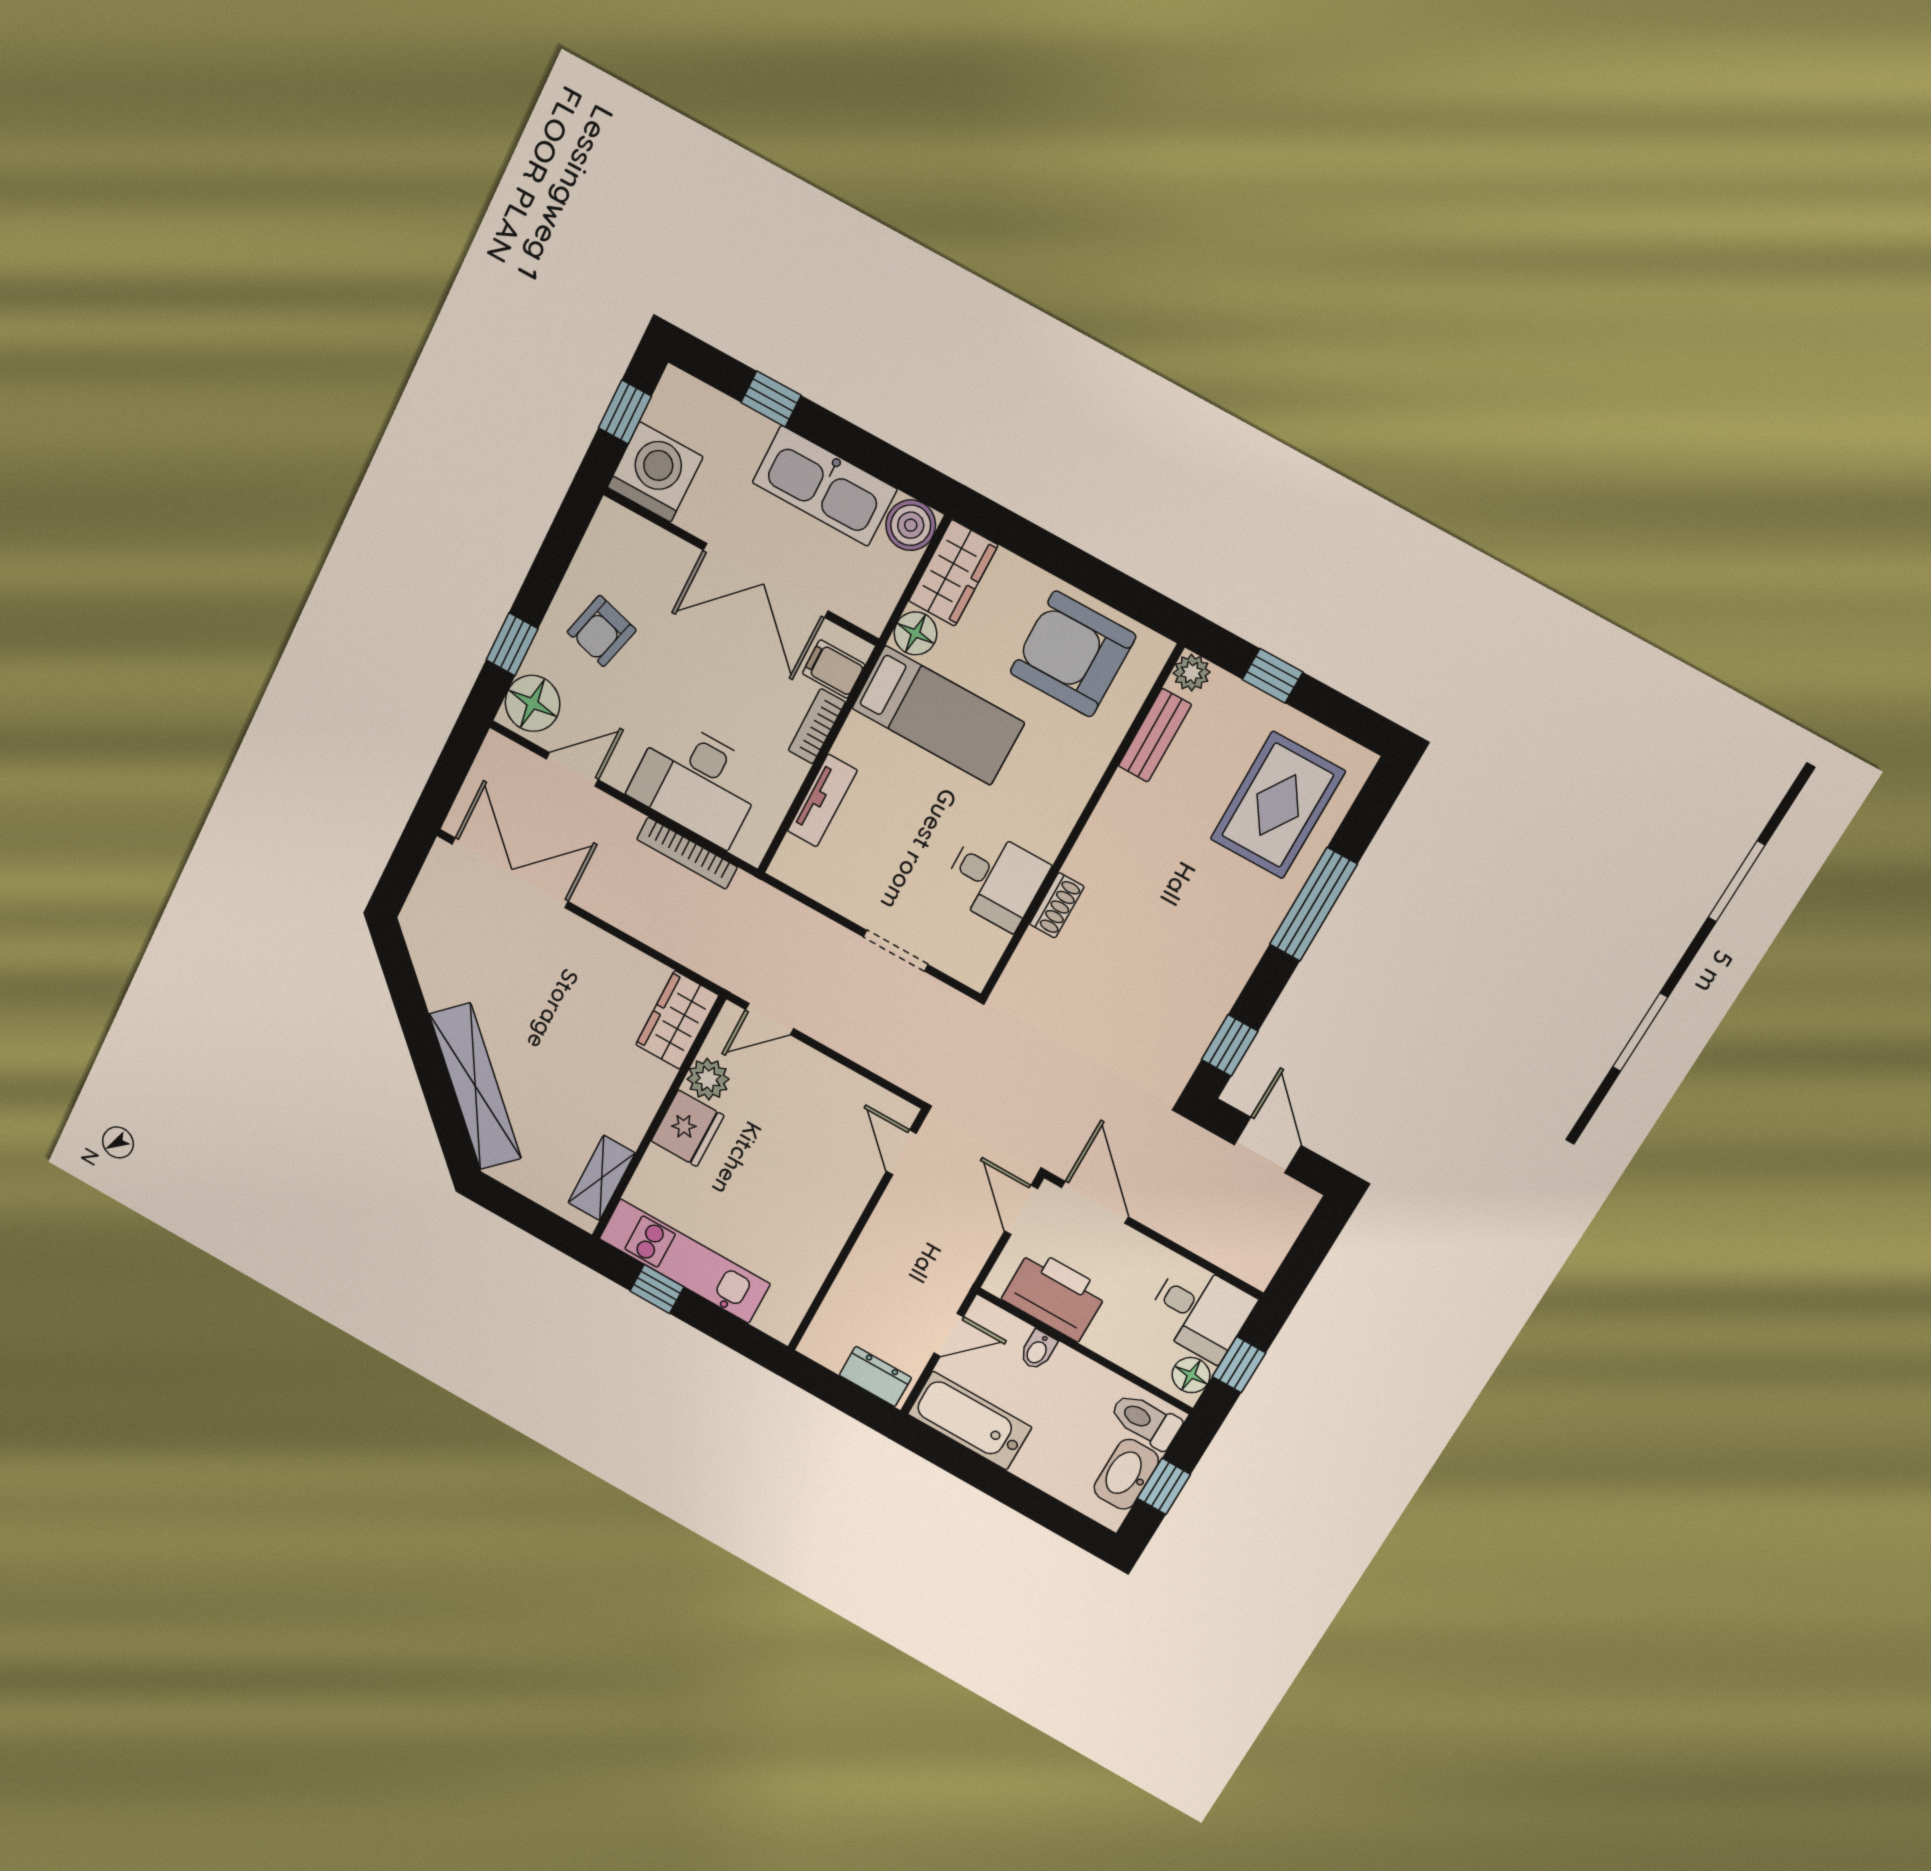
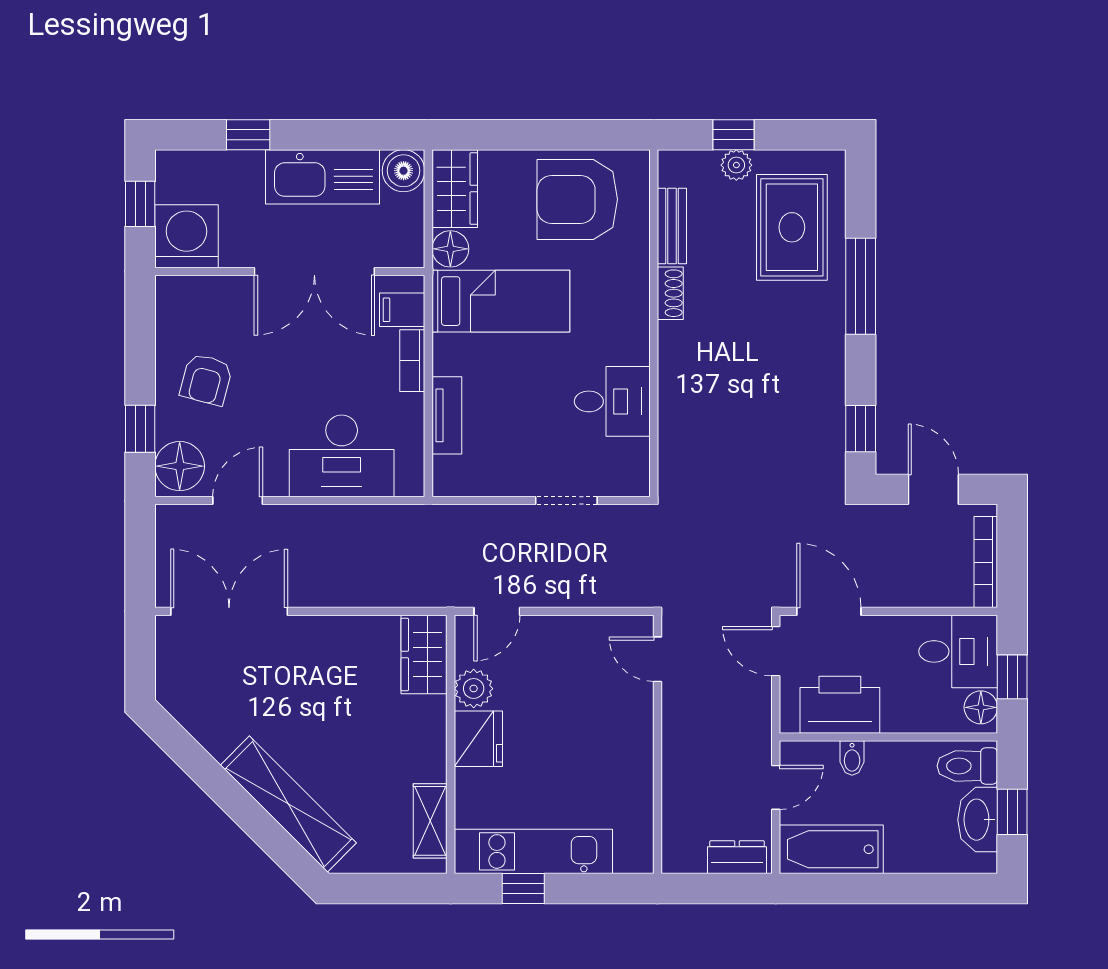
plant: (1192, 673) -> (736, 165), moved
bookcase: (687, 853) -> (986, 562), moved, turned 90
shoe rack: (1057, 905) -> (670, 293), moved

